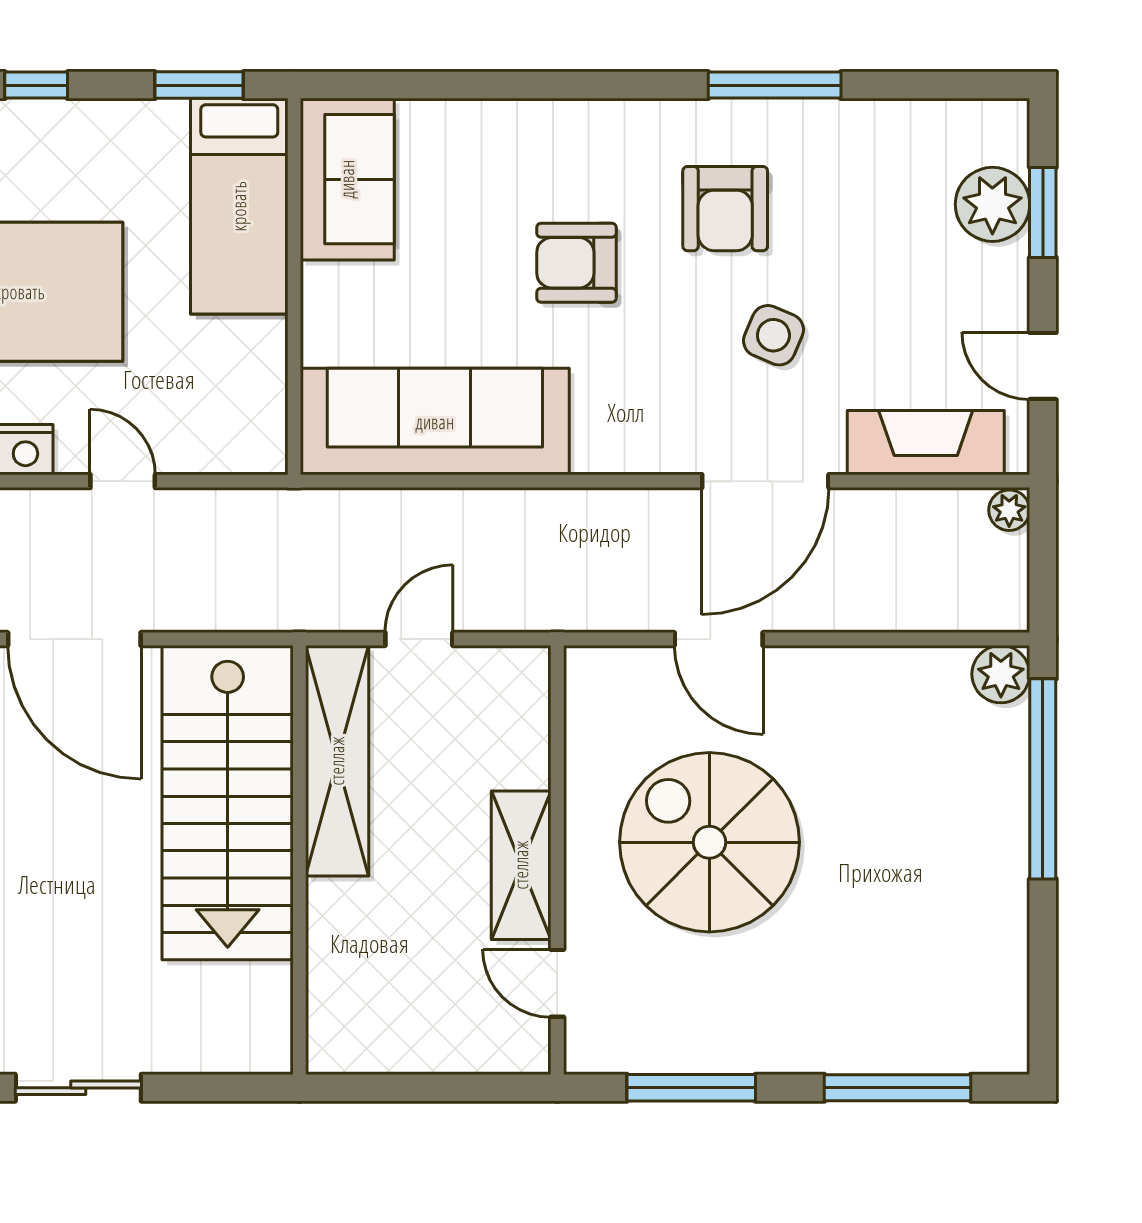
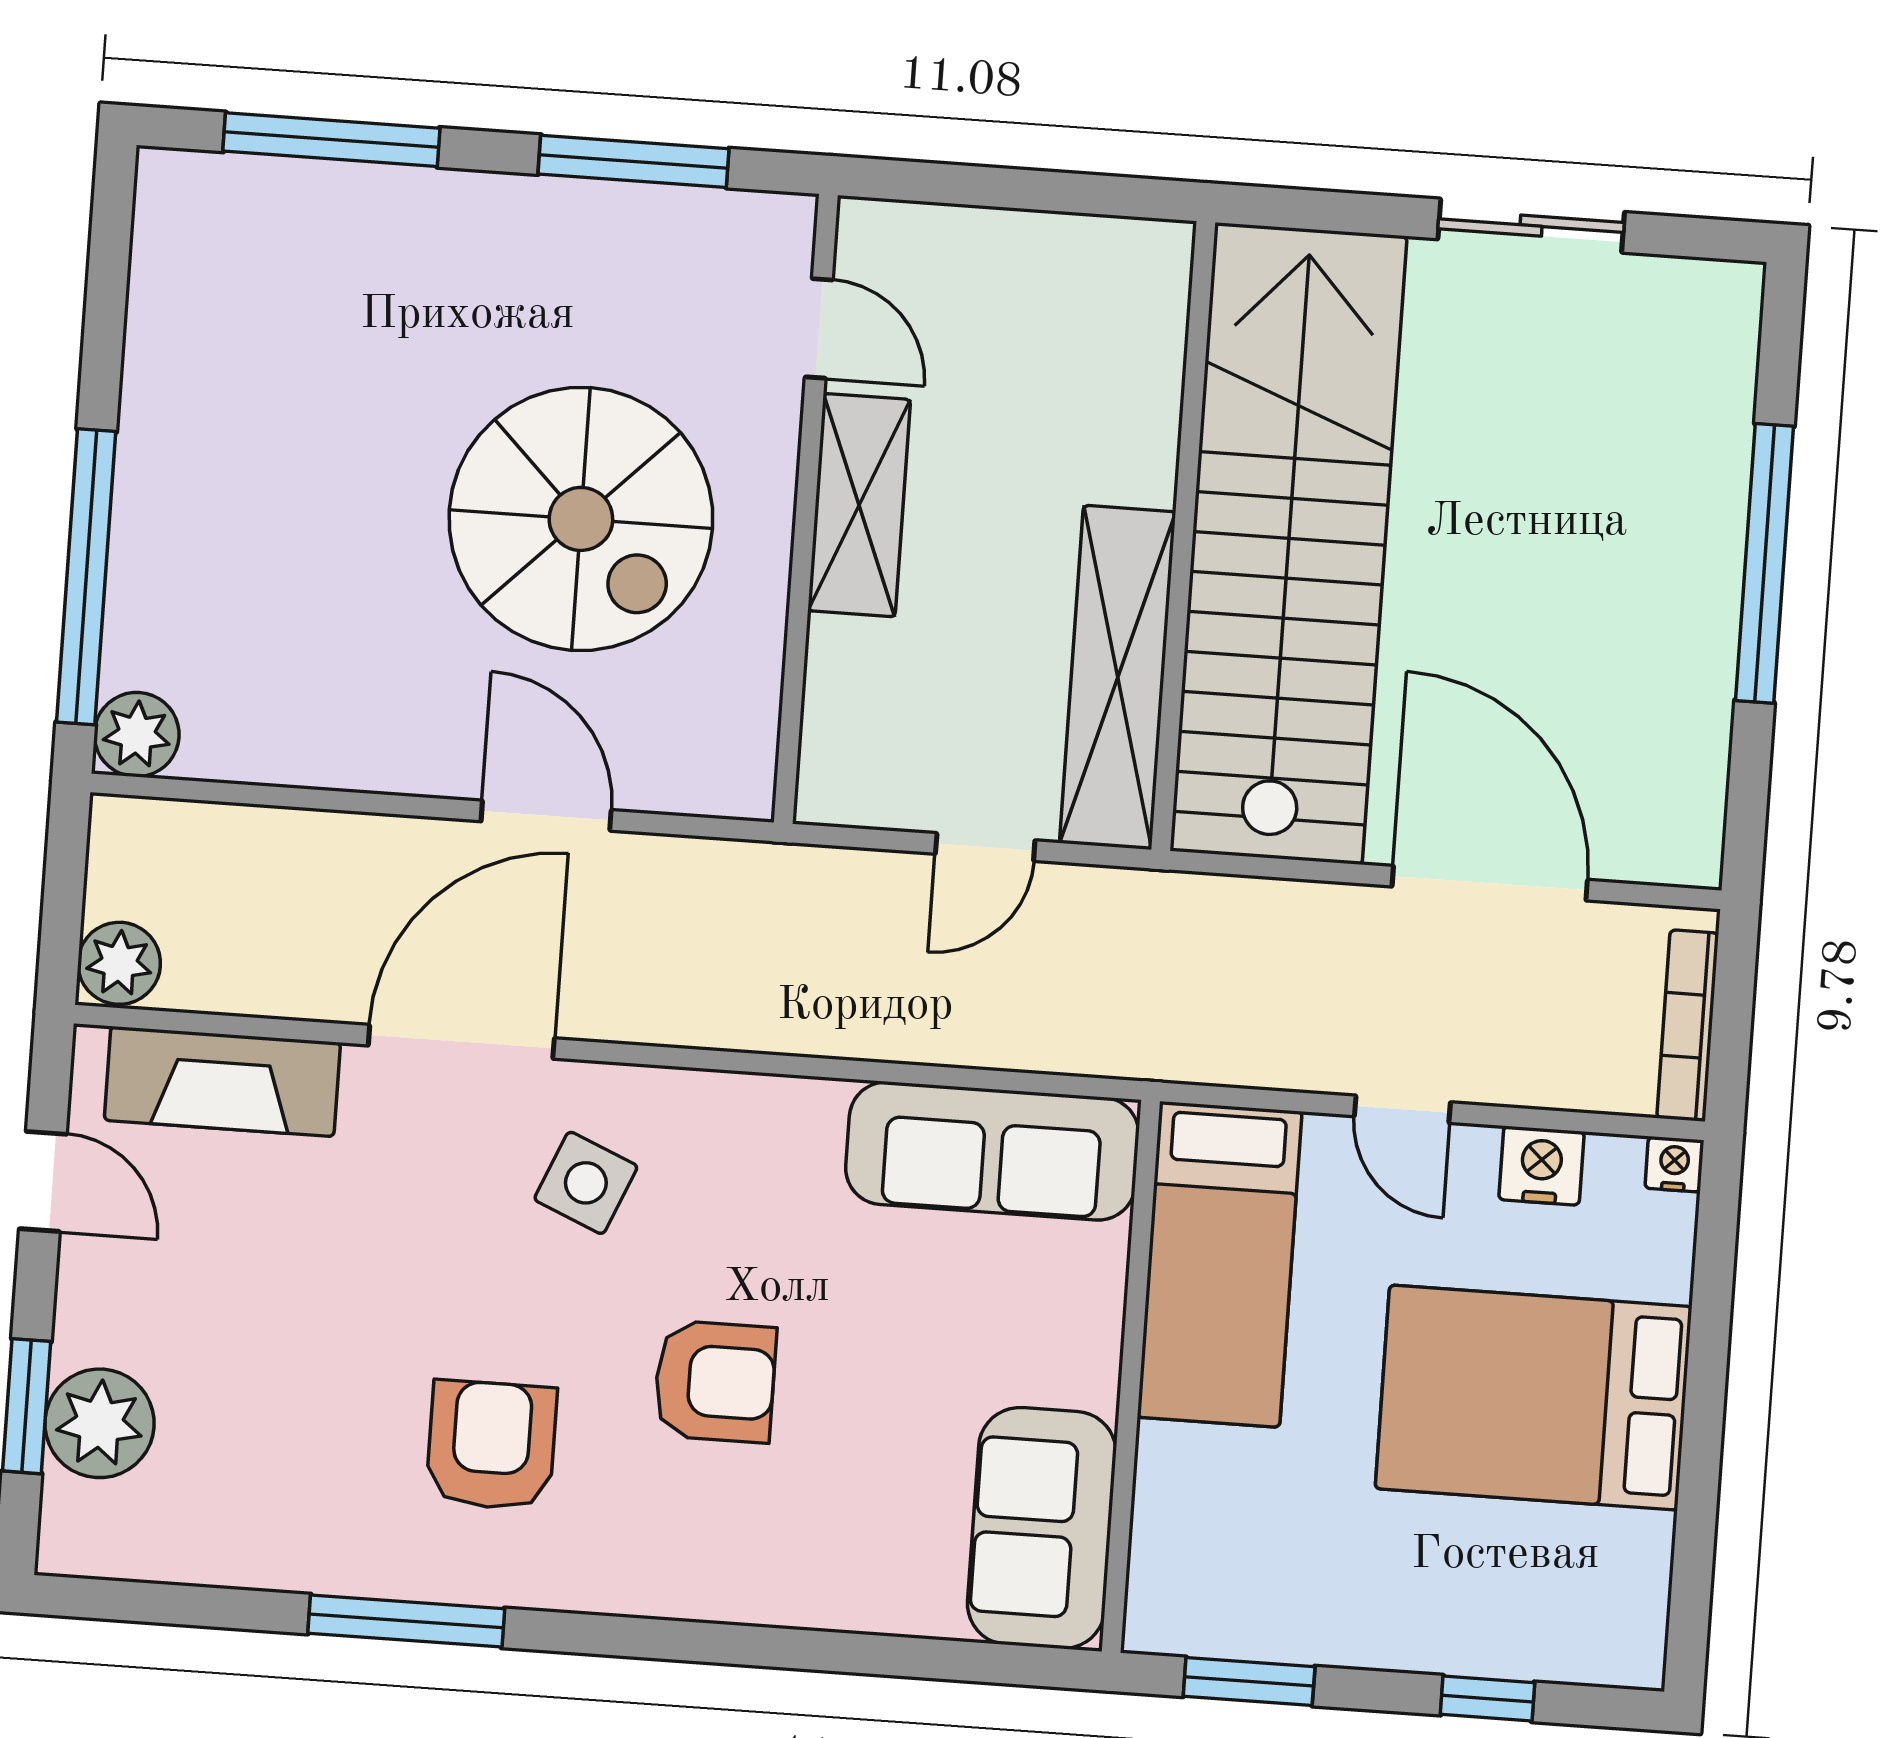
bed: (239, 206) -> (1220, 1264), moved, turned 180
side table: (773, 335) -> (586, 1183), moved
sofa: (435, 422) -> (992, 1151), width x0.74, depth x0.79
plant: (1009, 510) -> (119, 963), width x1.38, depth x1.38
stairs: (228, 803) -> (1289, 544), width x1.36

